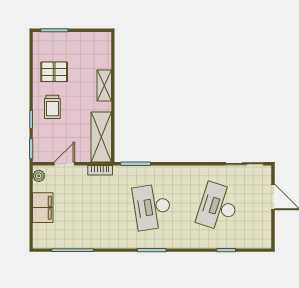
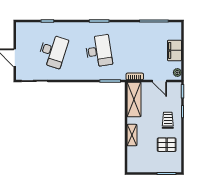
door: (64, 164) -> (160, 81), hinge flipped

